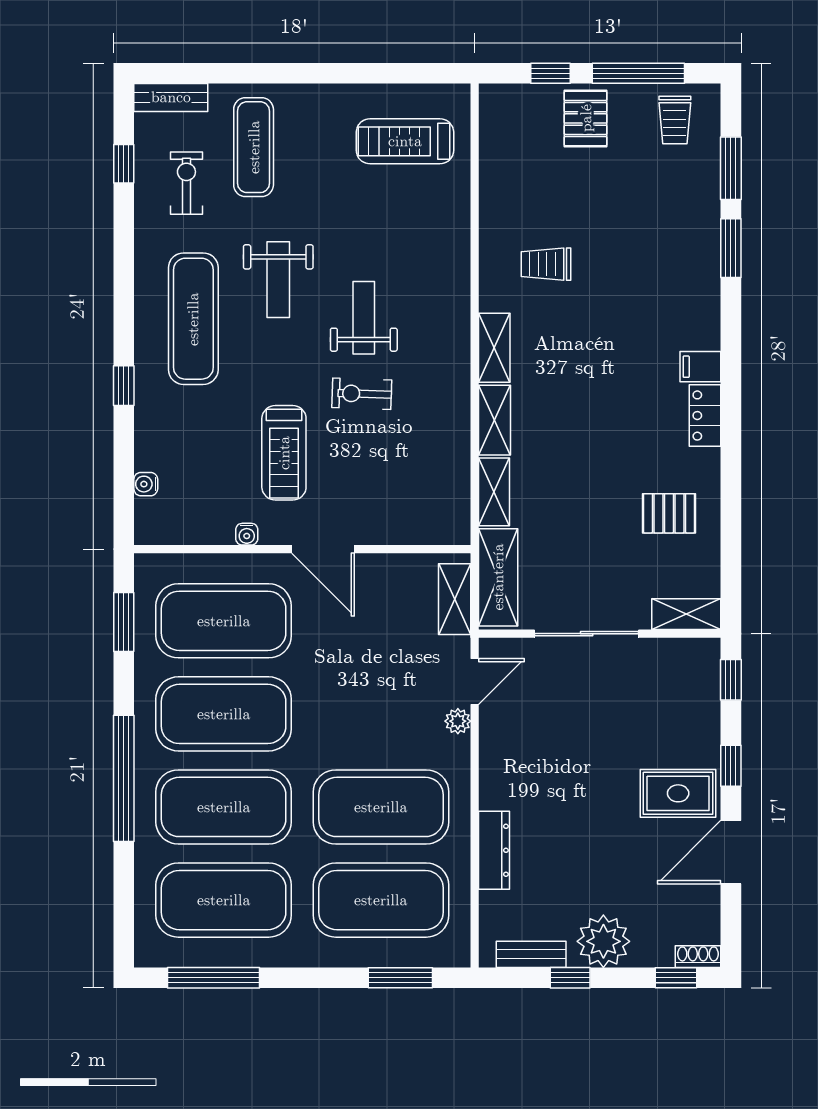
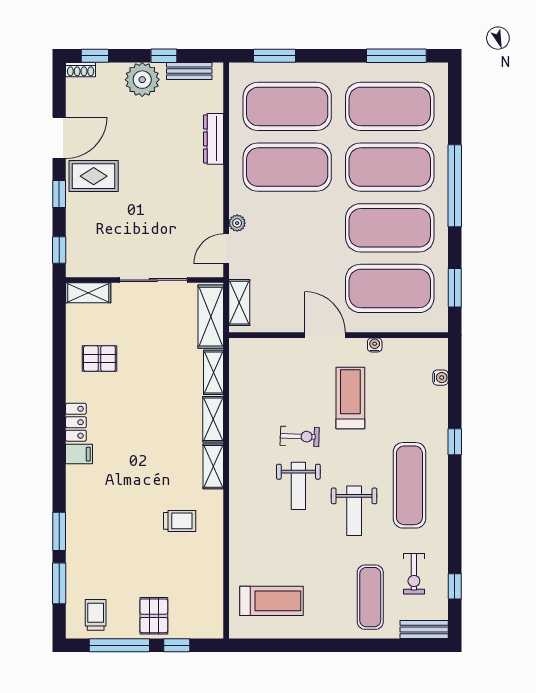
weight bench: (278, 280) -> (354, 511), turned 180

